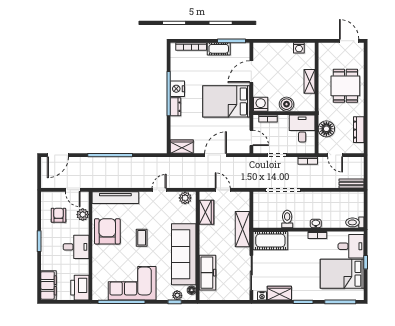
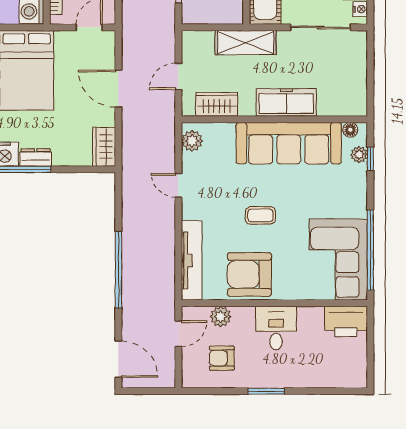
freezer: (208, 273) -> (286, 102), moved
corner sofa: (132, 283) -> (338, 260), moved
filing cabinet: (49, 285) -> (342, 375), removed

